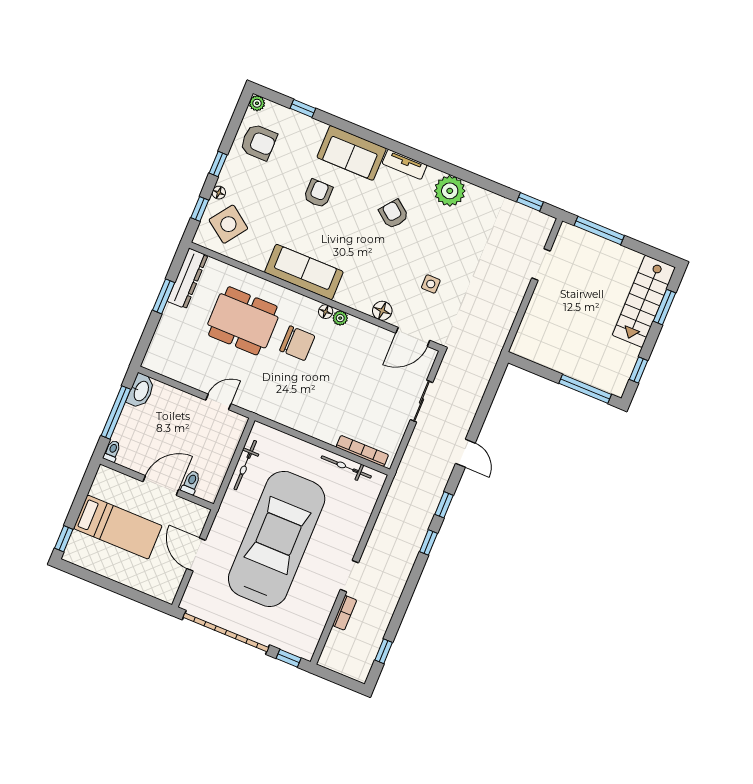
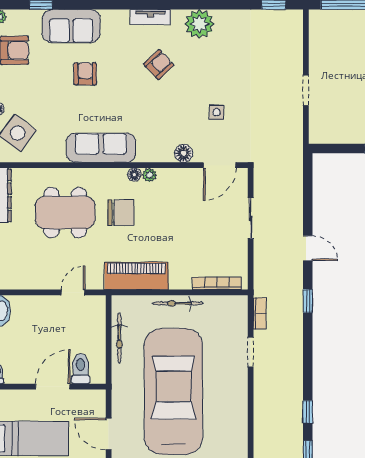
sofa: (352, 153) -> (71, 26), moved
armchair: (394, 214) -> (159, 65), turned 99
doorway: (541, 264) -> (306, 90), moved
piano: (287, 411) -> (136, 276), added
bicycle: (346, 467) -> (178, 303), moved
toilet: (191, 482) -> (81, 369), width x1.37, depth x1.39
window: (428, 542) -> (308, 412), moved
doorway: (349, 576) -> (251, 352), moved
bookcase: (345, 613) -> (260, 313), moved

